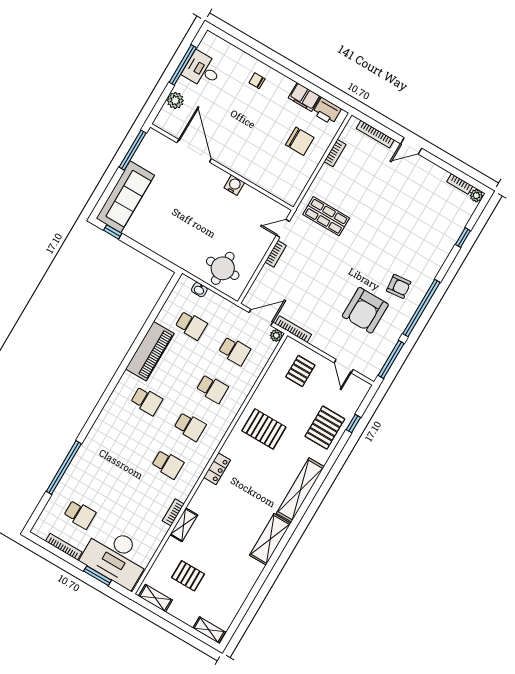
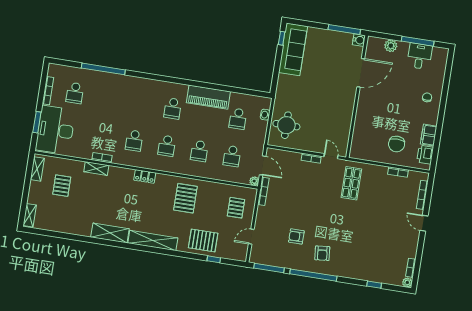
water cooler: (234, 185) -> (359, 40), moved
sofa: (125, 197) -> (293, 49), moved, turned -90
armchair: (365, 310) -> (296, 236), width x0.53, depth x0.53
pallet: (300, 371) -> (236, 208), turned 90

